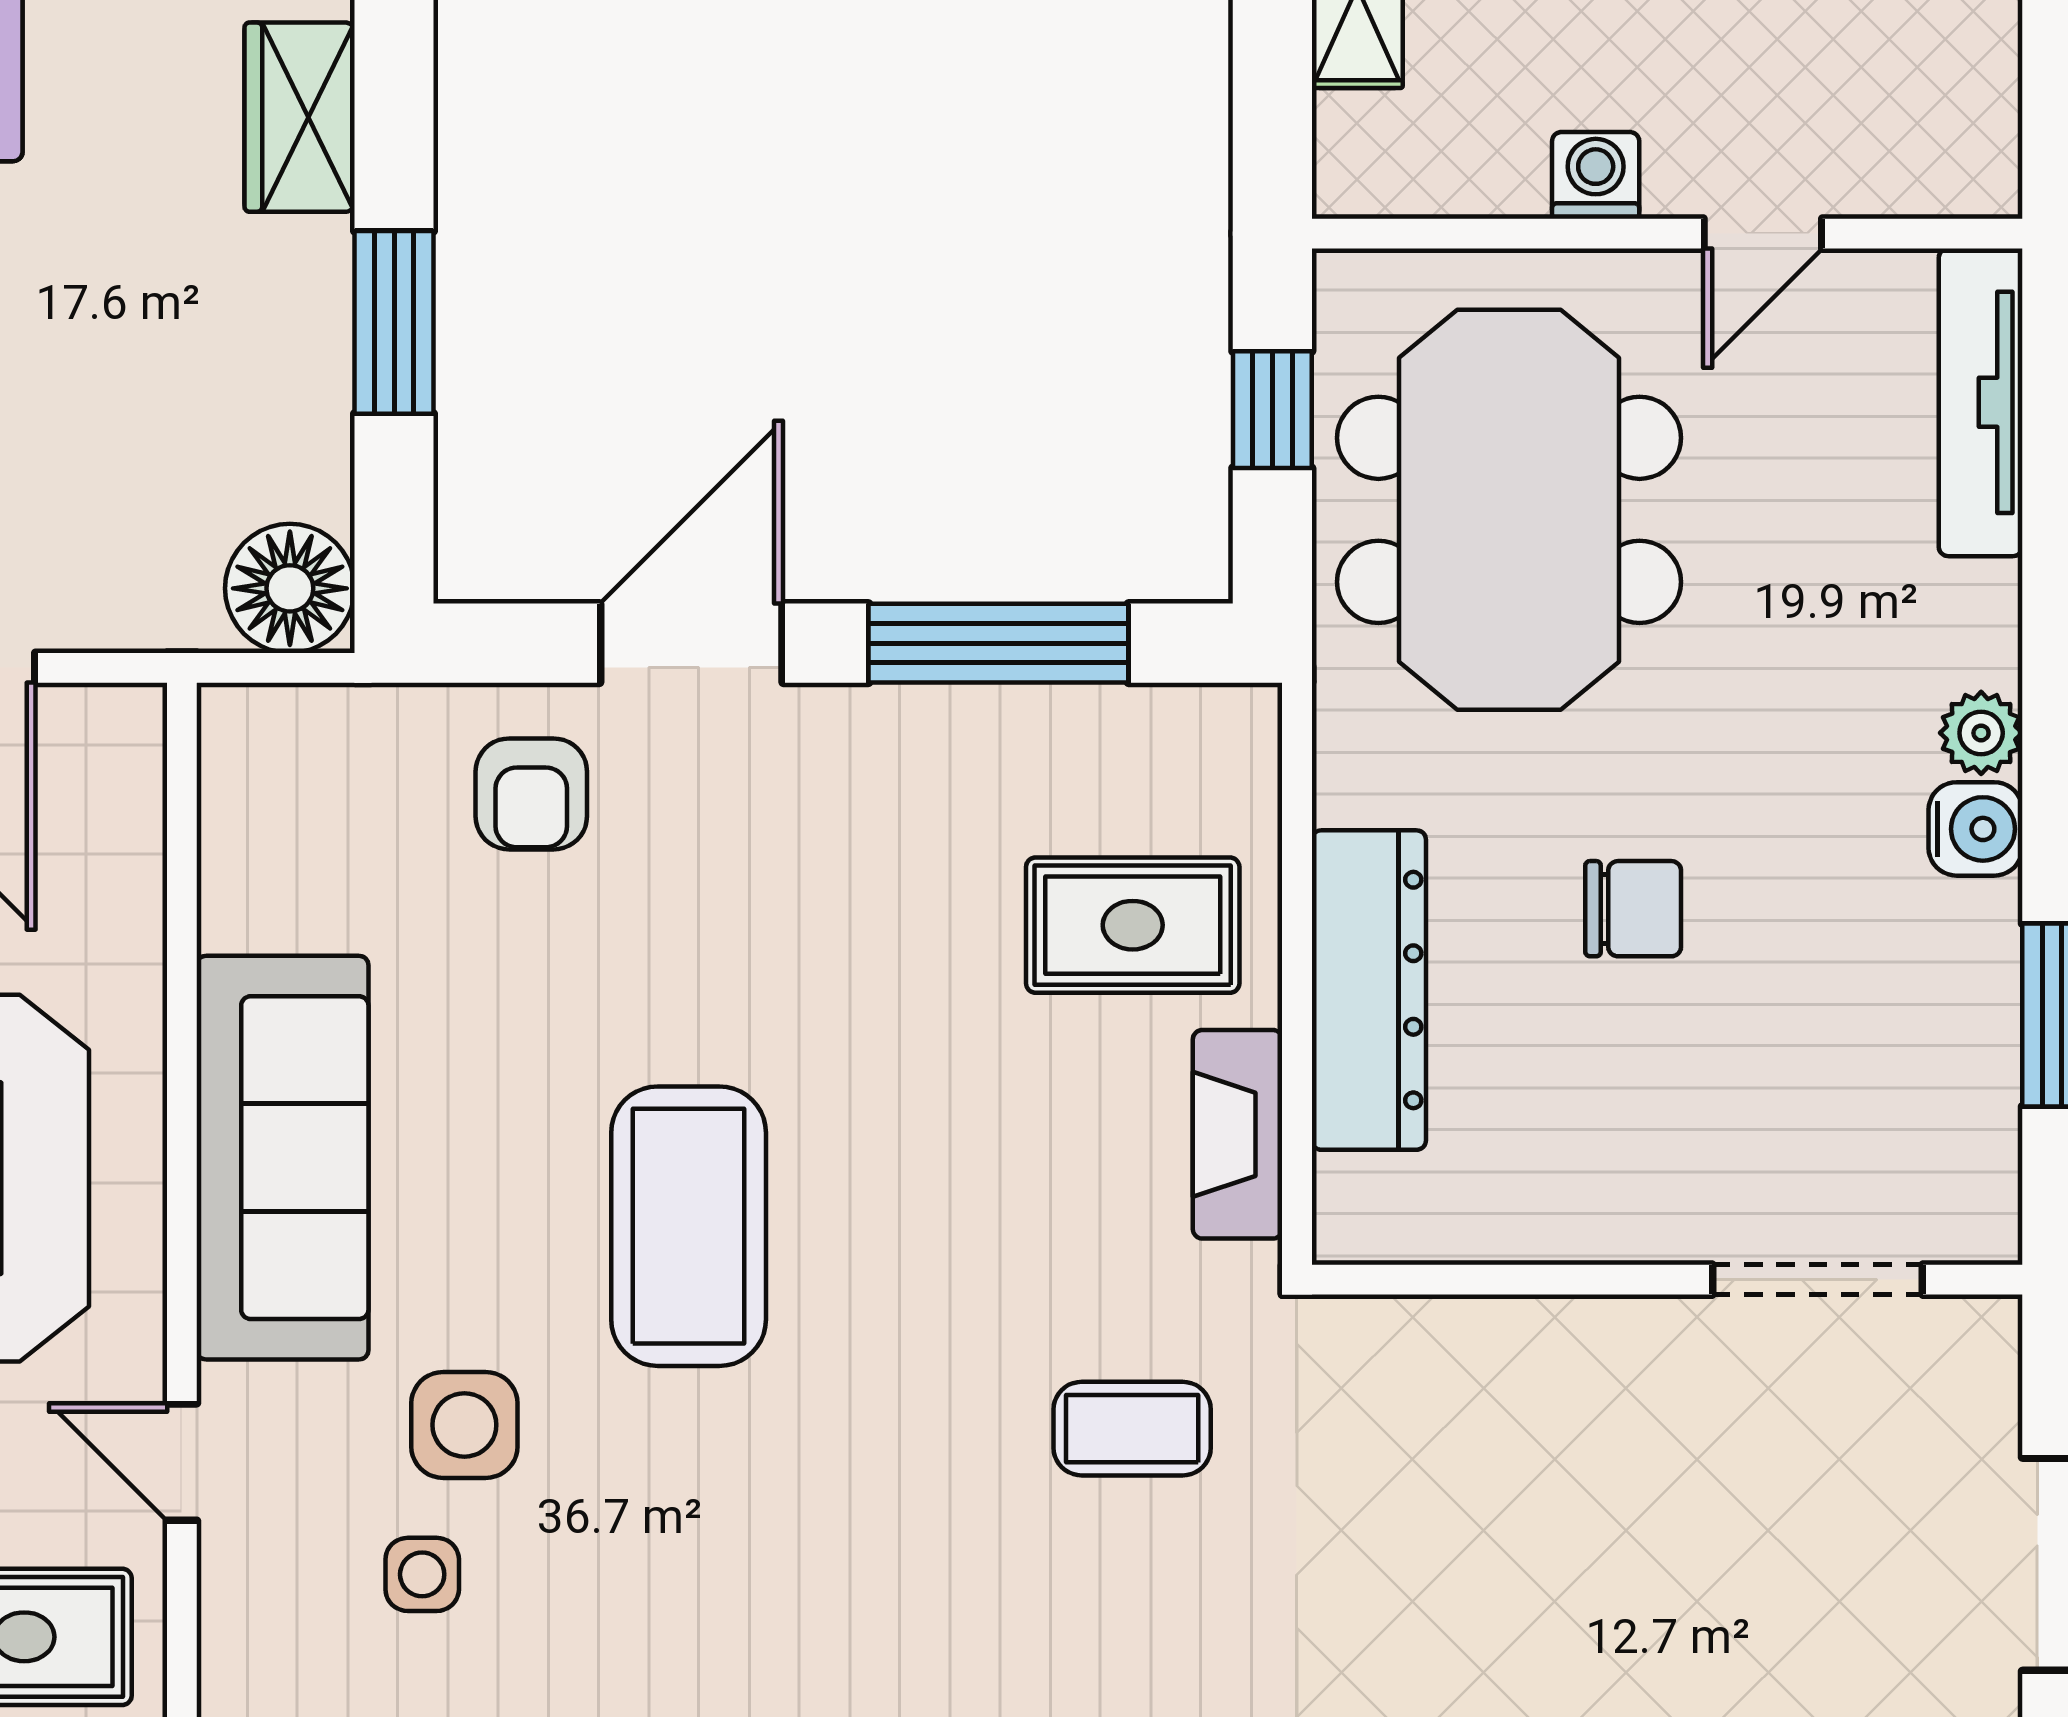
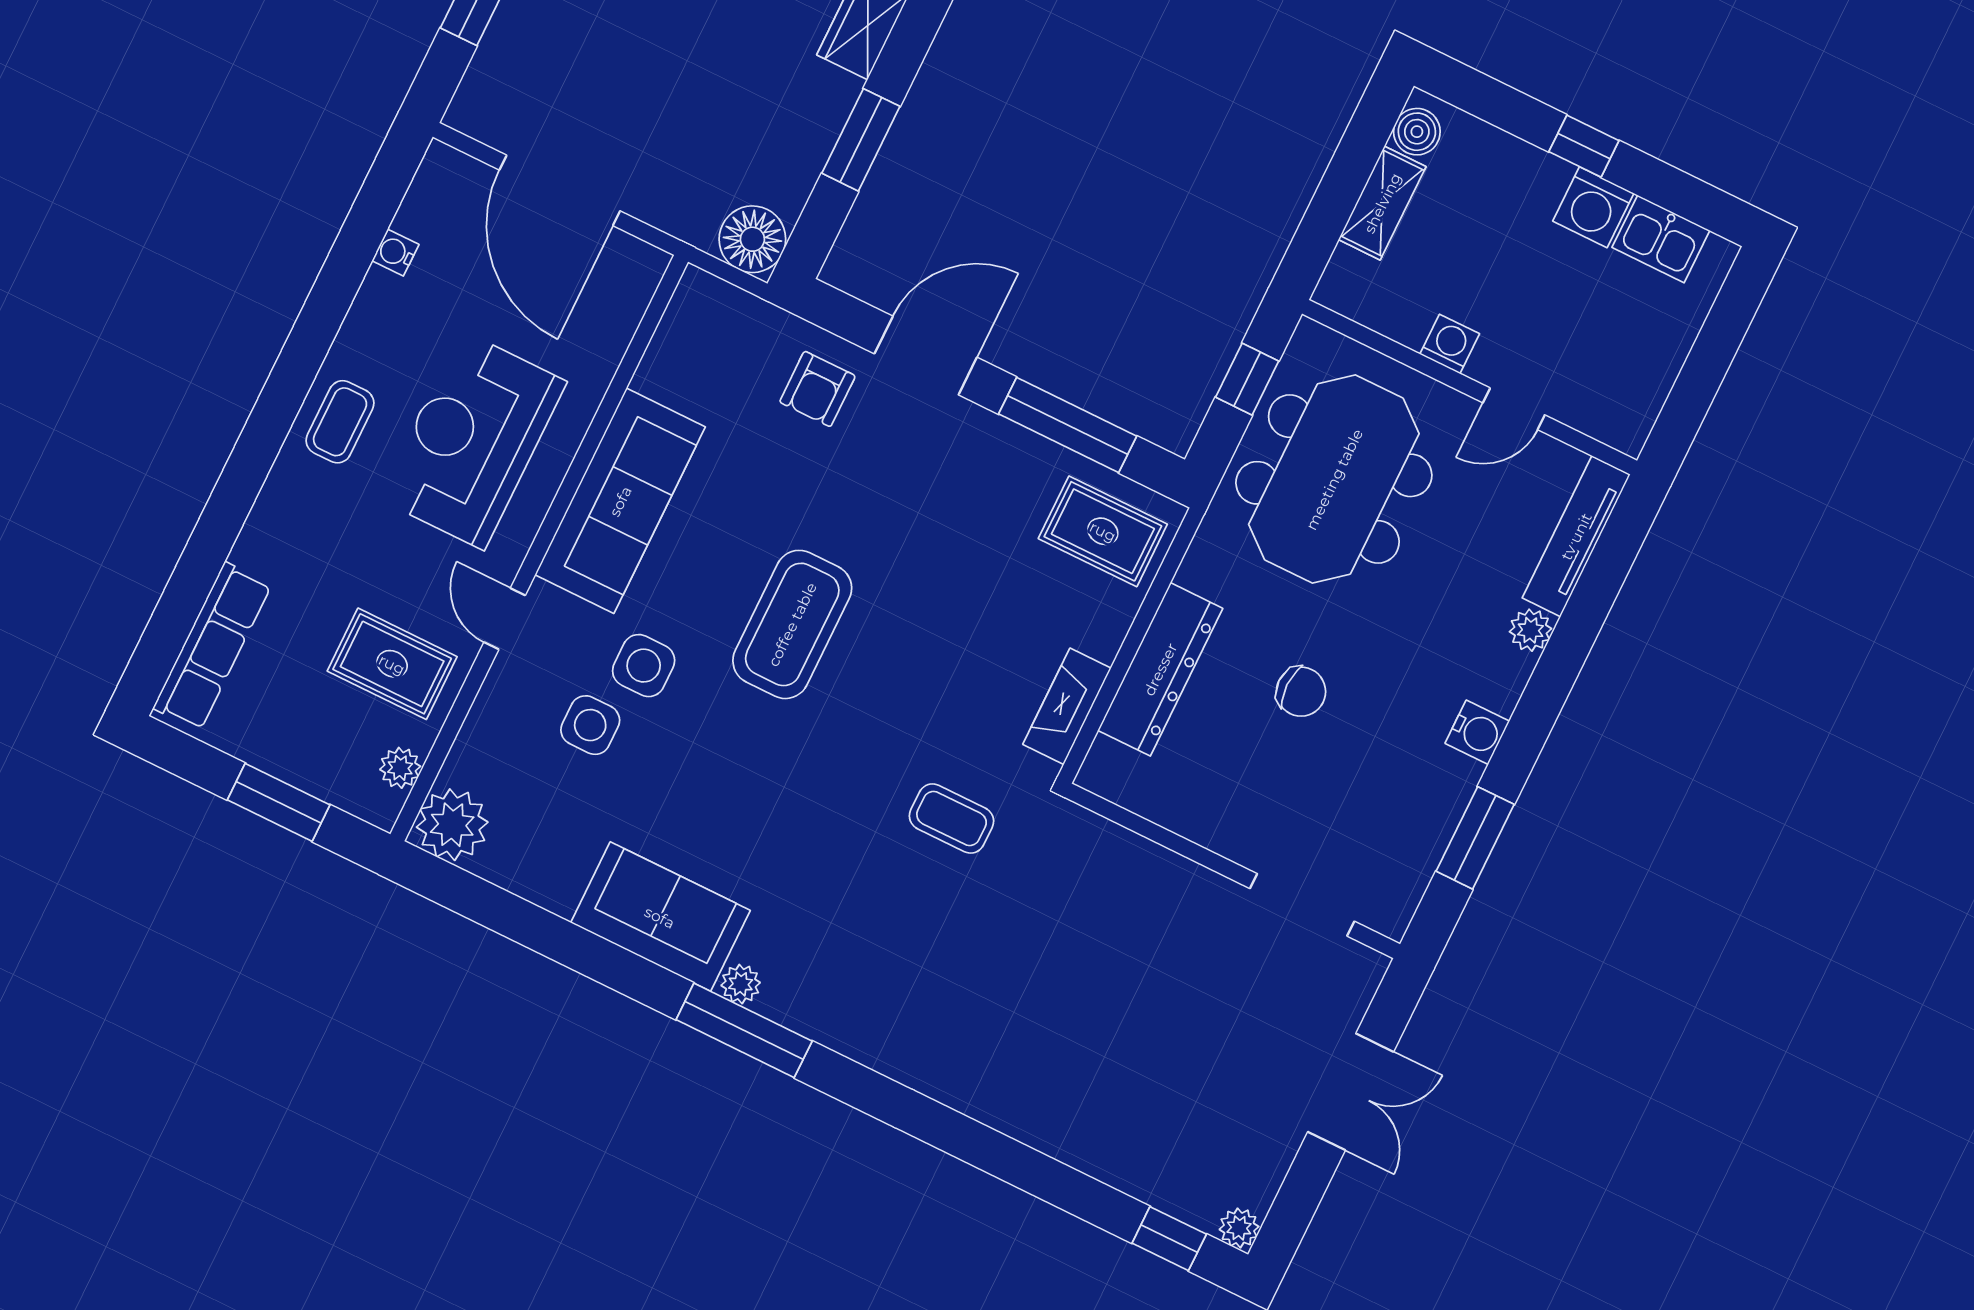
plant: (1981, 733) -> (1530, 630), moved
rug: (1133, 925) -> (1103, 531), moved
side table: (422, 1574) -> (590, 725), width x1.37, depth x1.37

